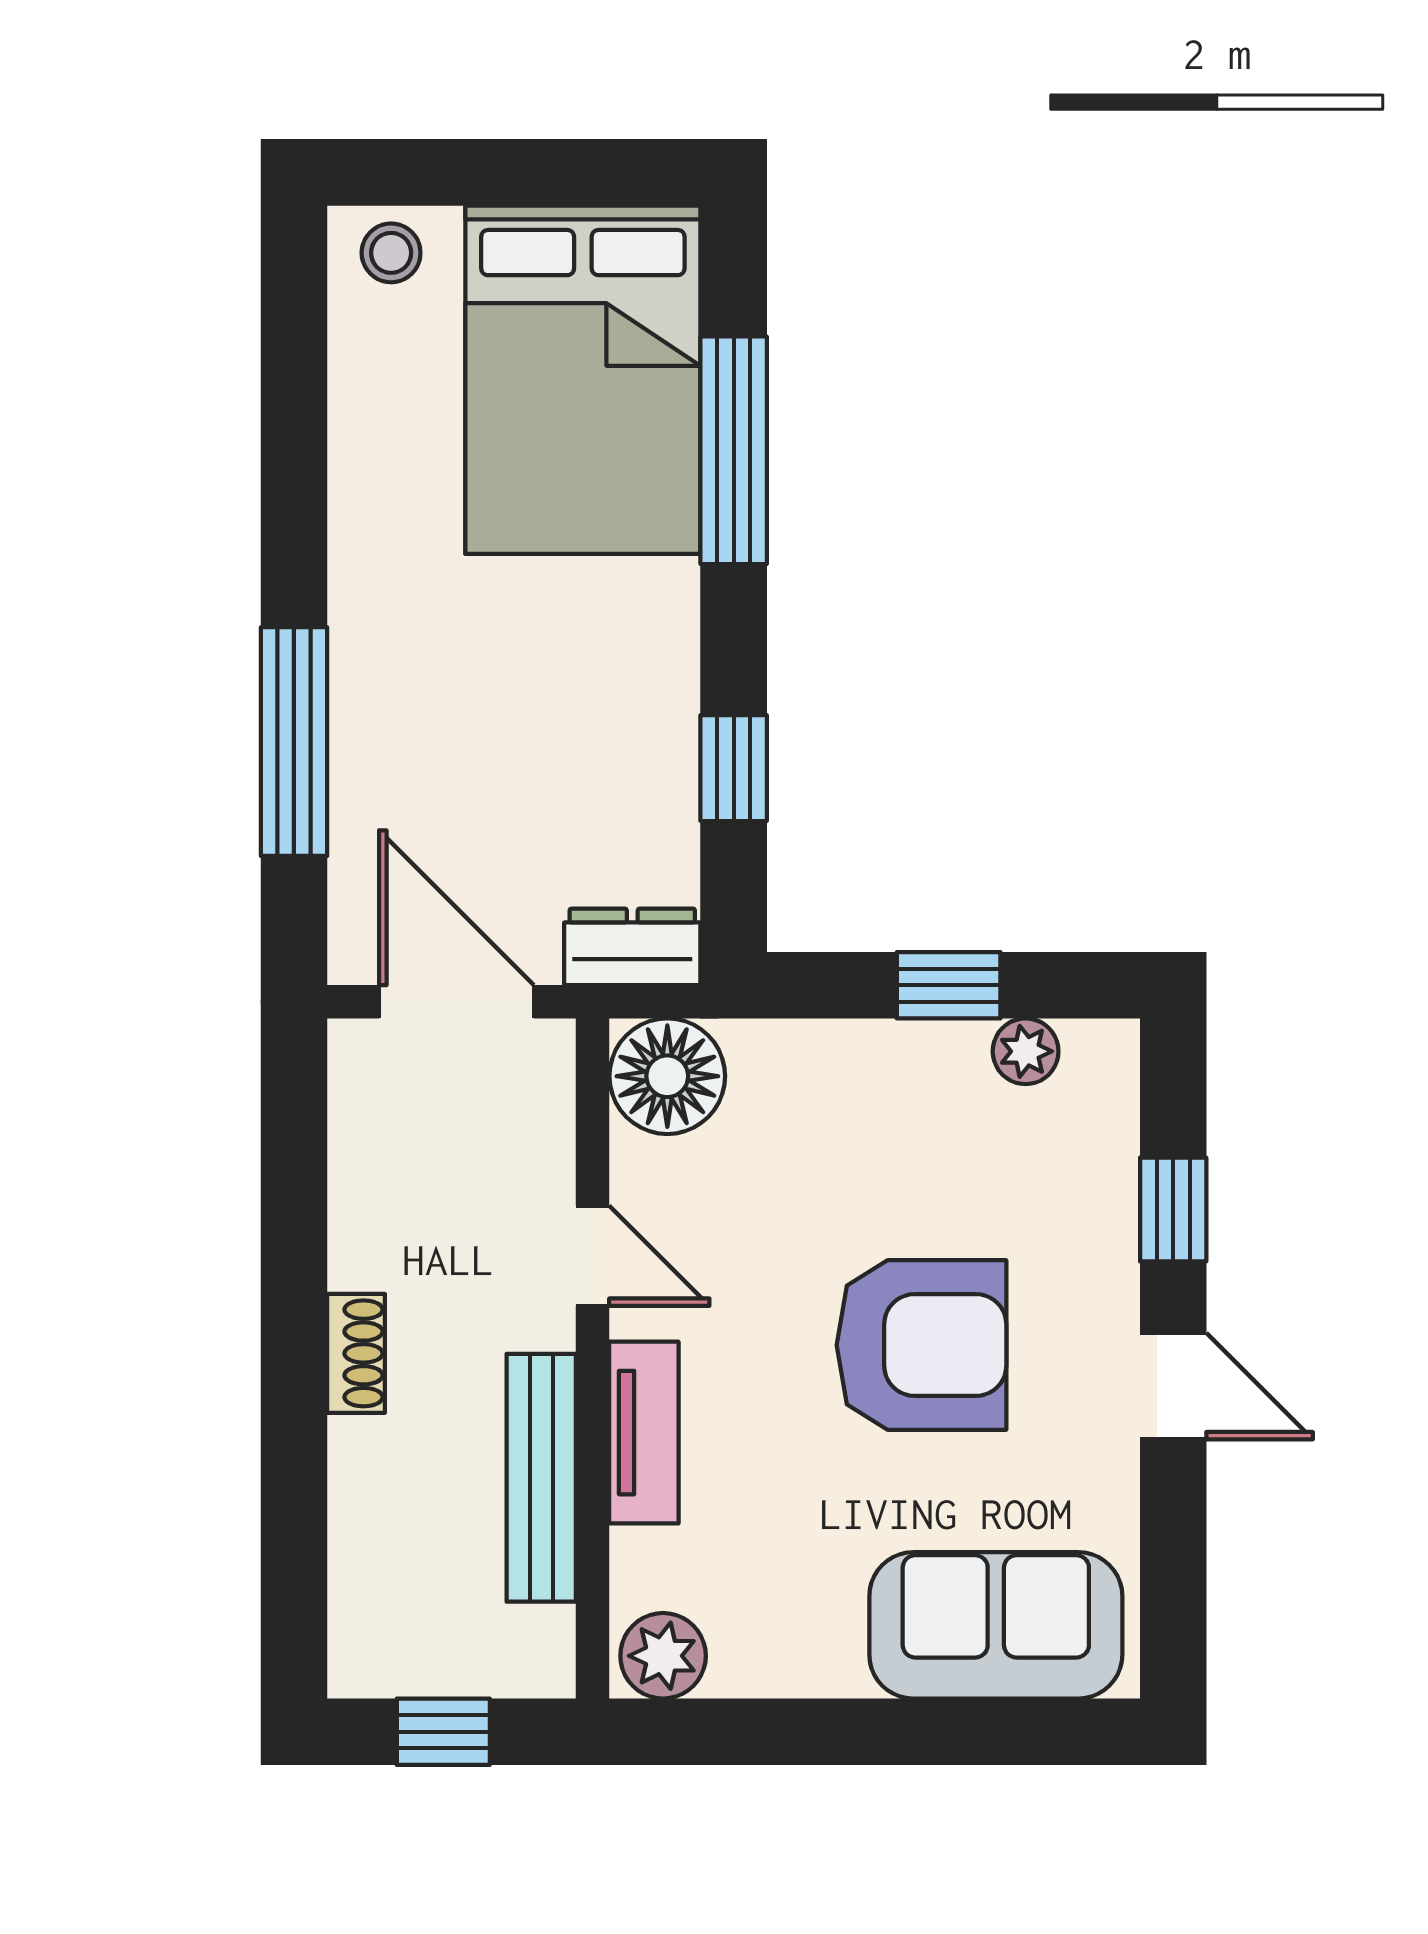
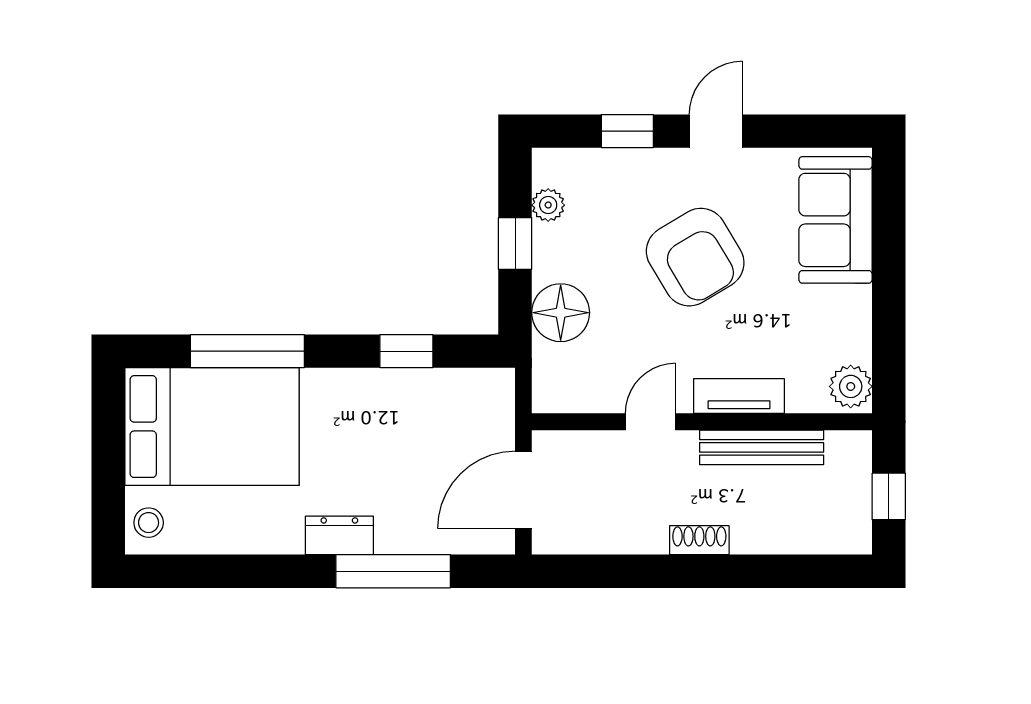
dresser: (632, 947) -> (339, 535), moved, turned 90
floor lamp: (667, 1076) -> (561, 313), moved
armchair: (921, 1345) -> (695, 257), turned 149

